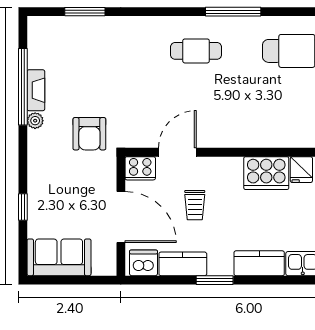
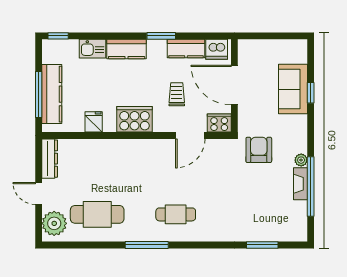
cooker: (266, 173) -> (135, 119), moved
sofa: (59, 257) -> (293, 89), moved, turned 90

